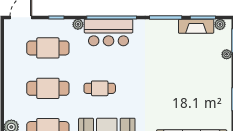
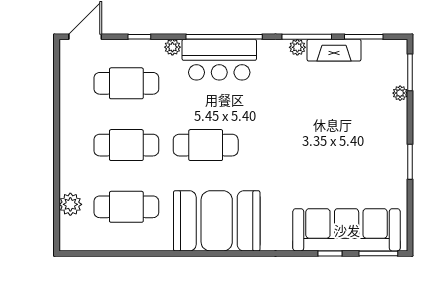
plant: (220, 24) -> (297, 47), moved
fireplace: (196, 26) -> (334, 50), moved
cafe table: (100, 88) -> (206, 145), width x1.37, depth x1.35

